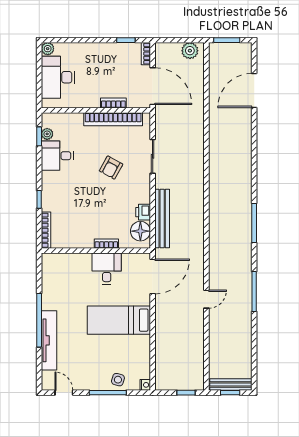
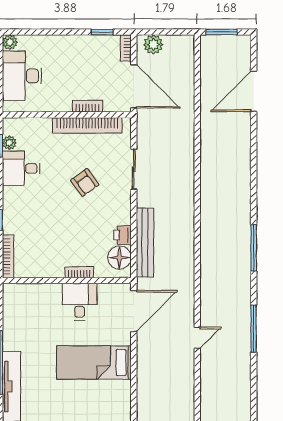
plant: (190, 51) -> (153, 44), moved
armchair: (111, 168) -> (85, 182), turned -65

